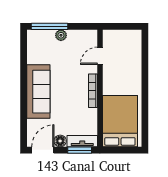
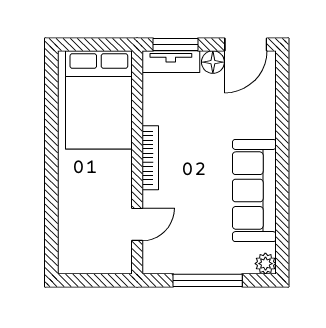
window: (50, 26) -> (208, 280), moved
plant: (61, 35) -> (265, 264), moved
sofa: (38, 92) -> (254, 191), moved

